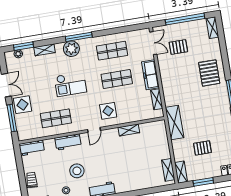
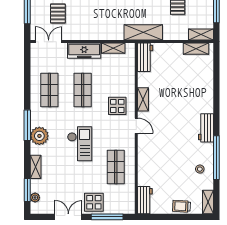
shelving: (129, 130) -> (143, 99), moved
workbench: (68, 142) -> (145, 57), moved
stool: (77, 171) -> (180, 153), removed

